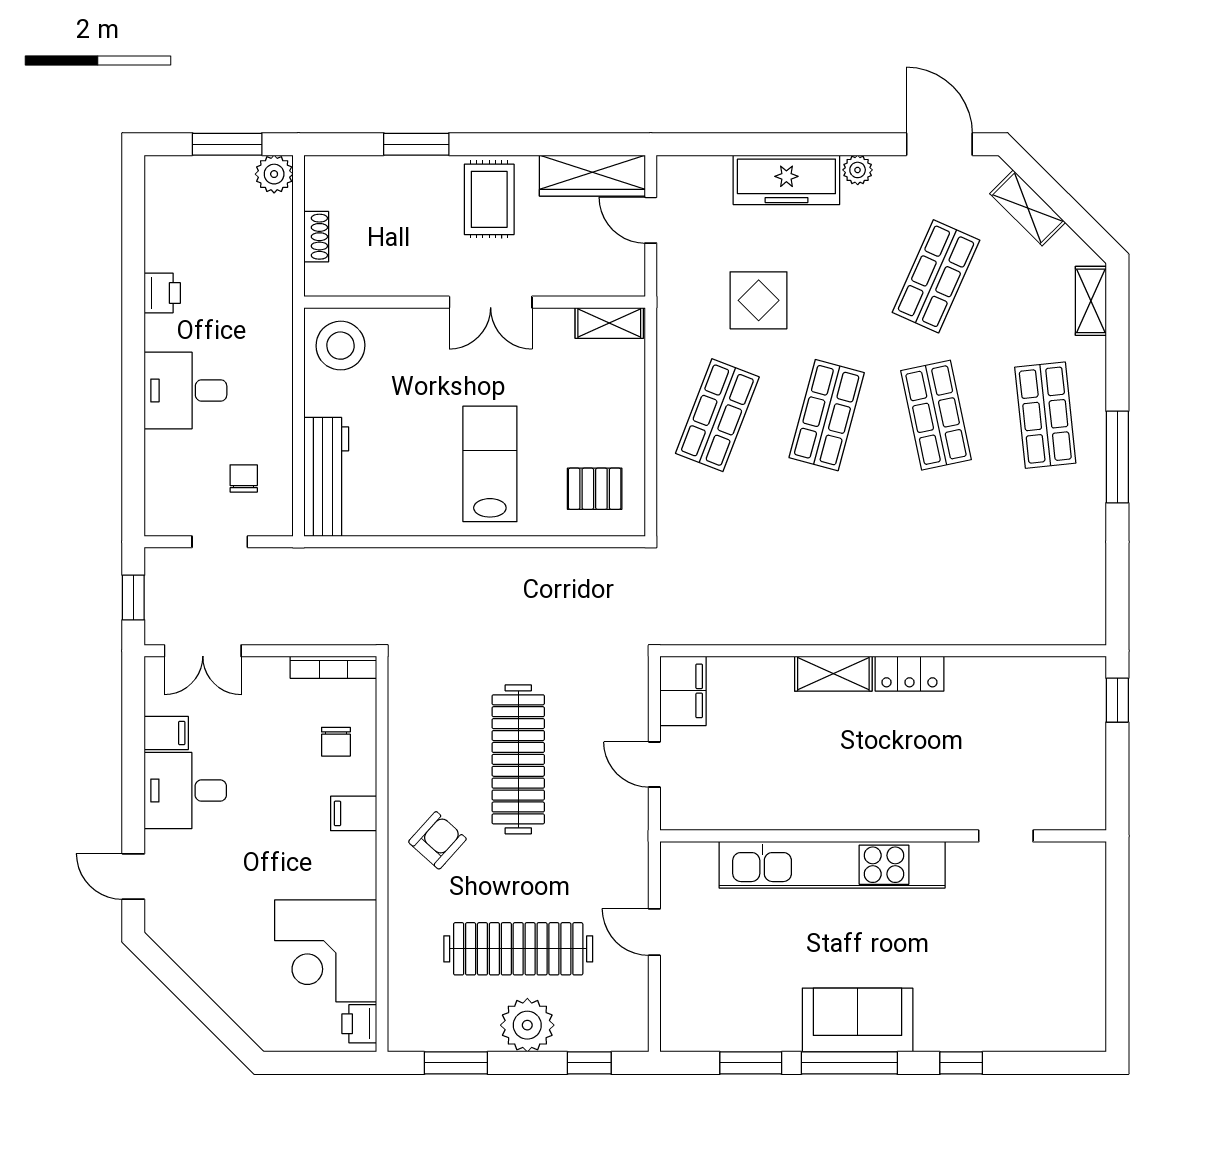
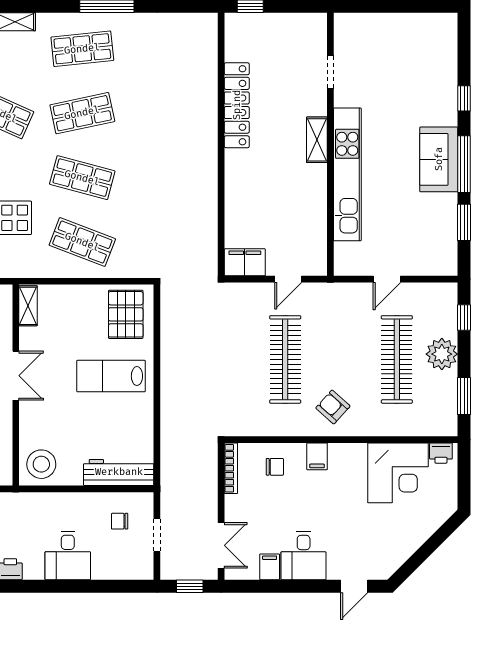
pallet: (595, 489) -> (126, 314), width x1.50, depth x1.42
shelving: (833, 674) -> (317, 140), moved
locker: (909, 674) -> (237, 105), width x2.16, depth x1.21
clothes rail: (518, 759) -> (285, 359), turned 90

